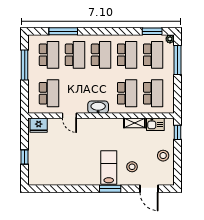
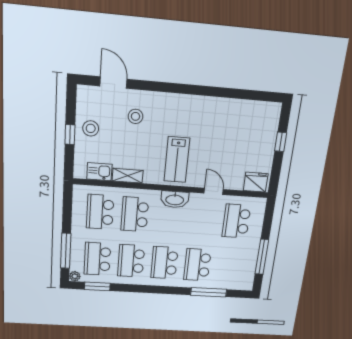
school desk: (49, 55) -> (230, 267), removed
window: (178, 132) -> (70, 134), moved
lab bench: (109, 168) -> (177, 160), moved
window: (110, 189) -> (169, 88), removed

